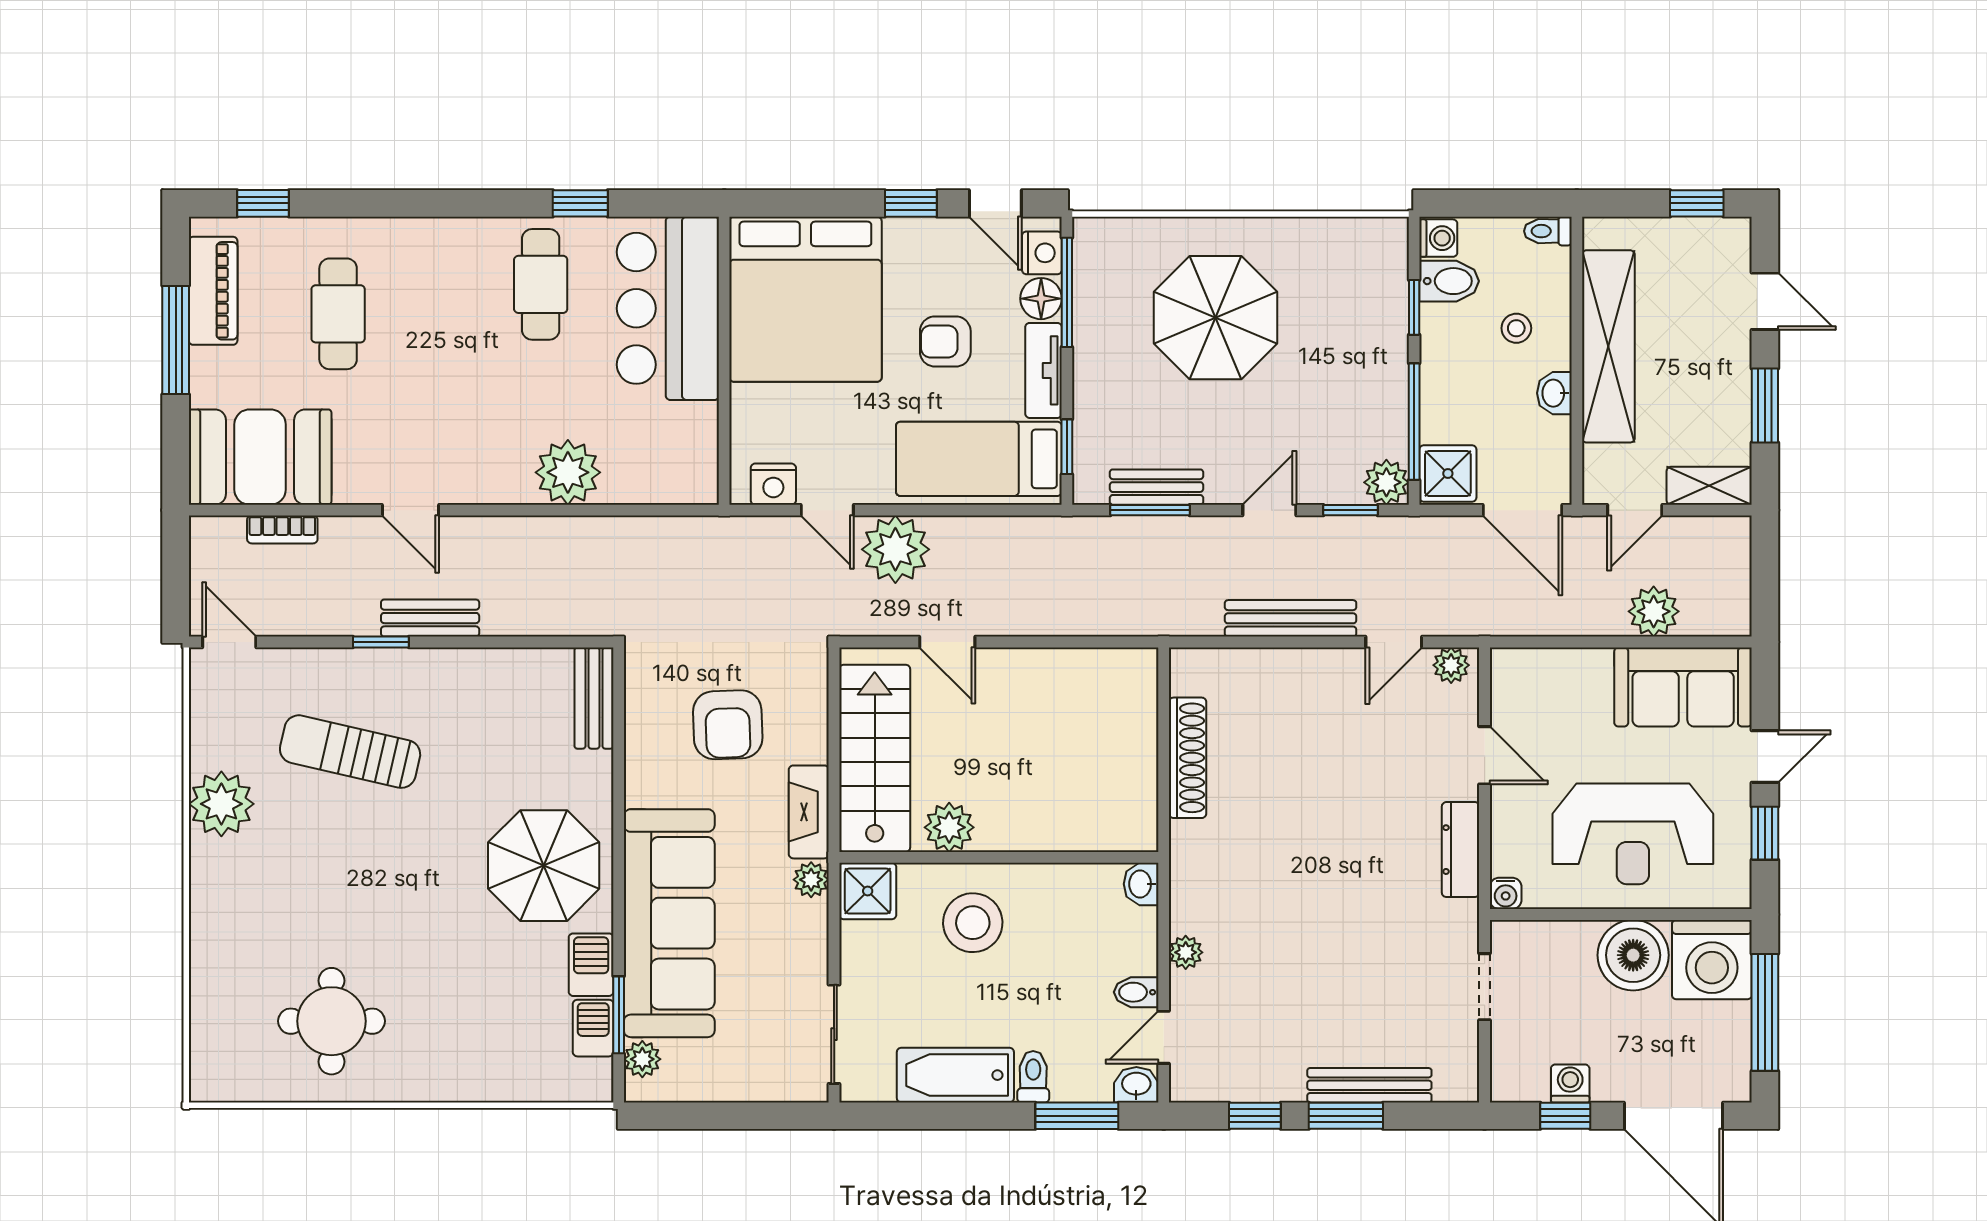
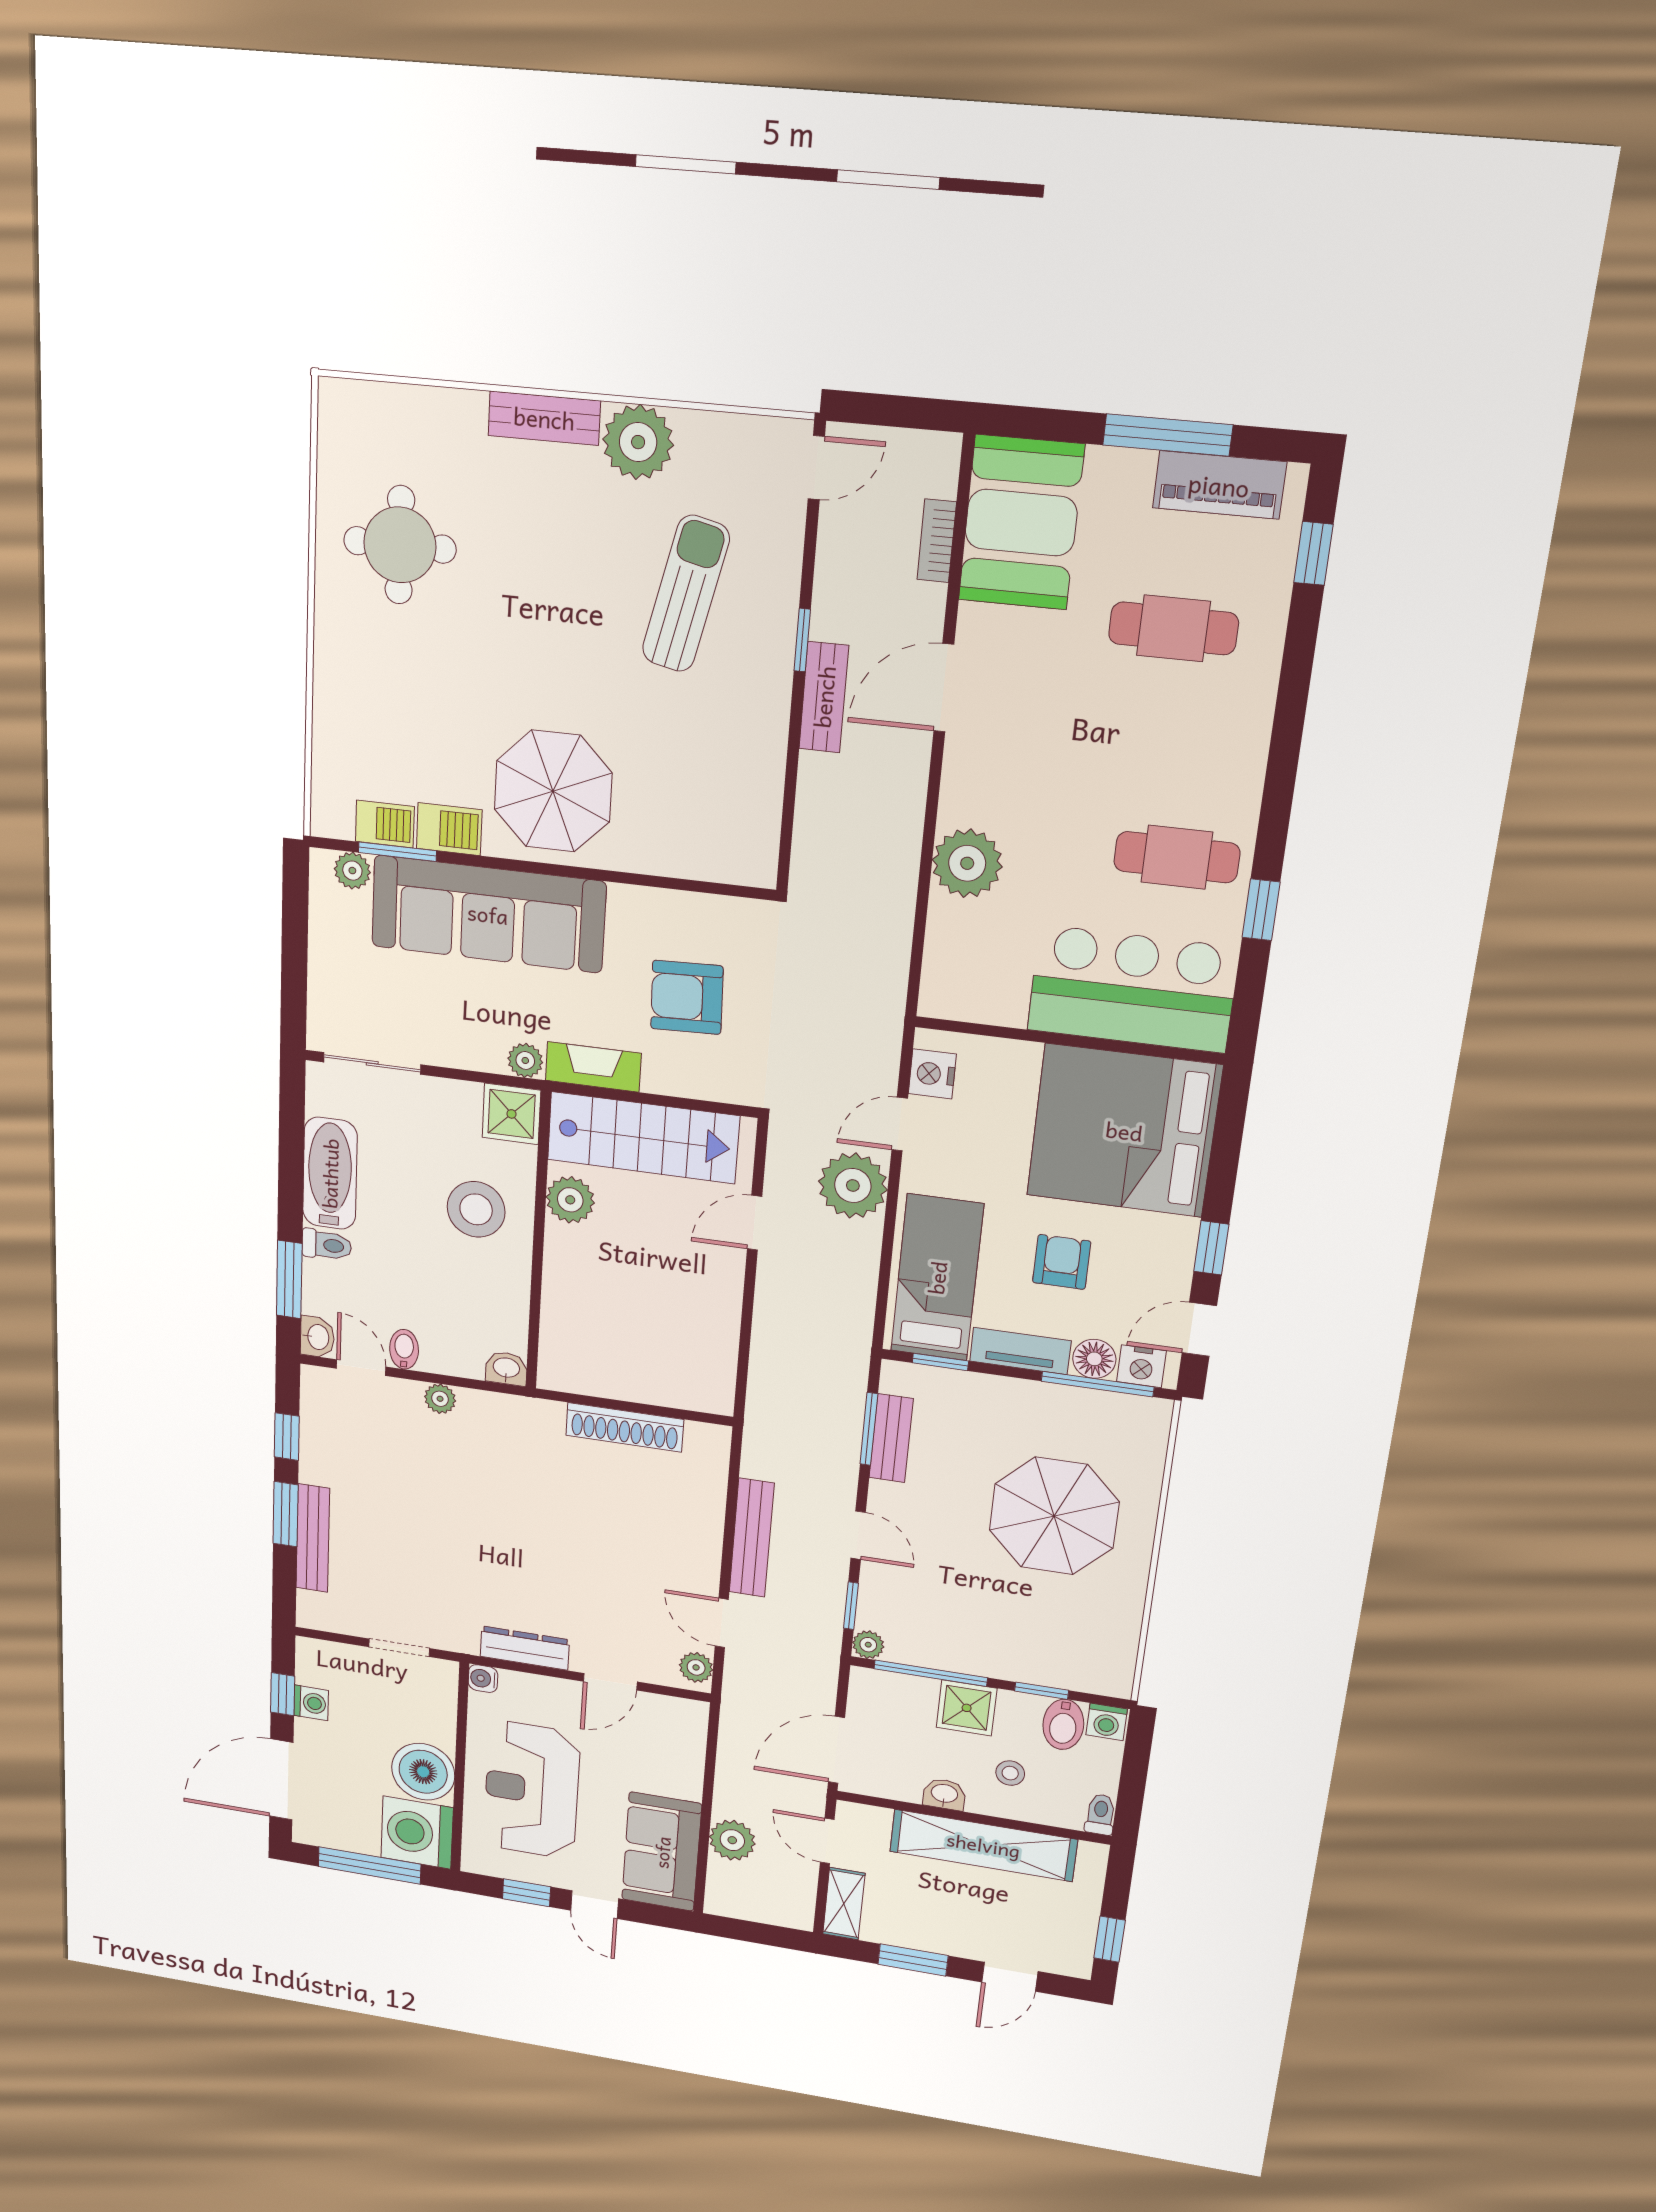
shower: (1448, 474) -> (967, 1708), moved
plant: (1386, 482) -> (868, 1645), width x0.73, depth x0.73
door: (411, 510) -> (944, 688), width x1.38
bench: (594, 698) -> (544, 418), moved

